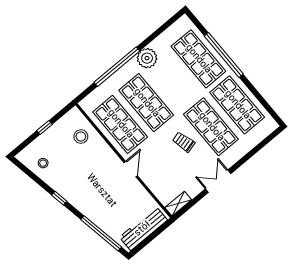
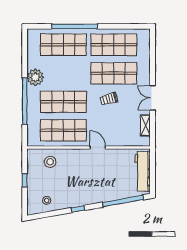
shelving: (178, 204) -> (145, 125), moved

